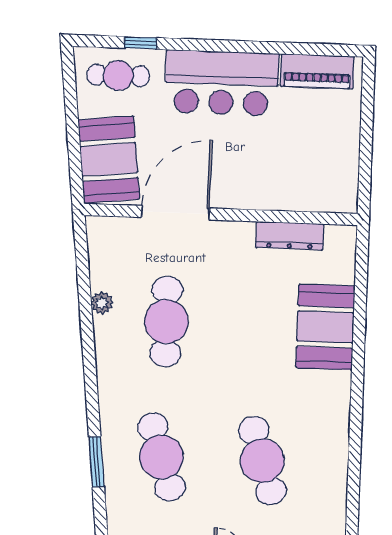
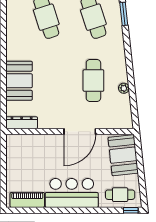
window: (140, 43) -> (131, 210), moved
door: (175, 213) -> (80, 131), moved
dresser: (290, 236) -> (22, 123), moved

